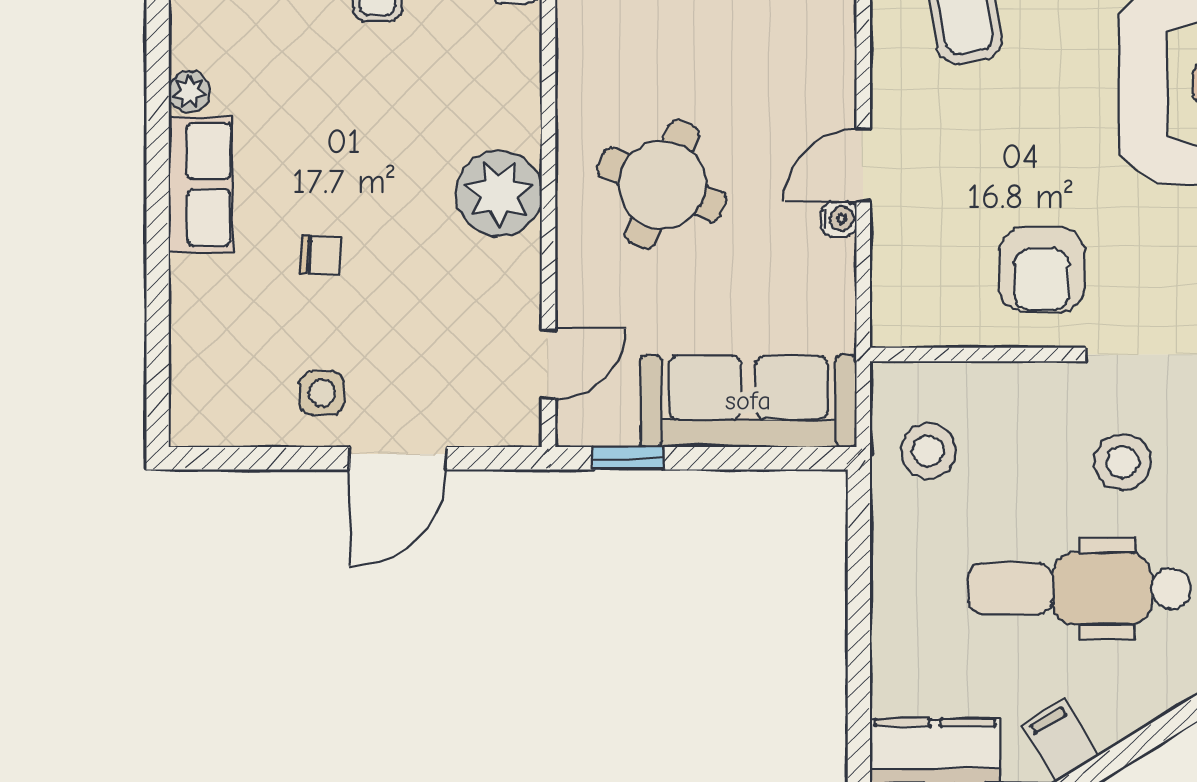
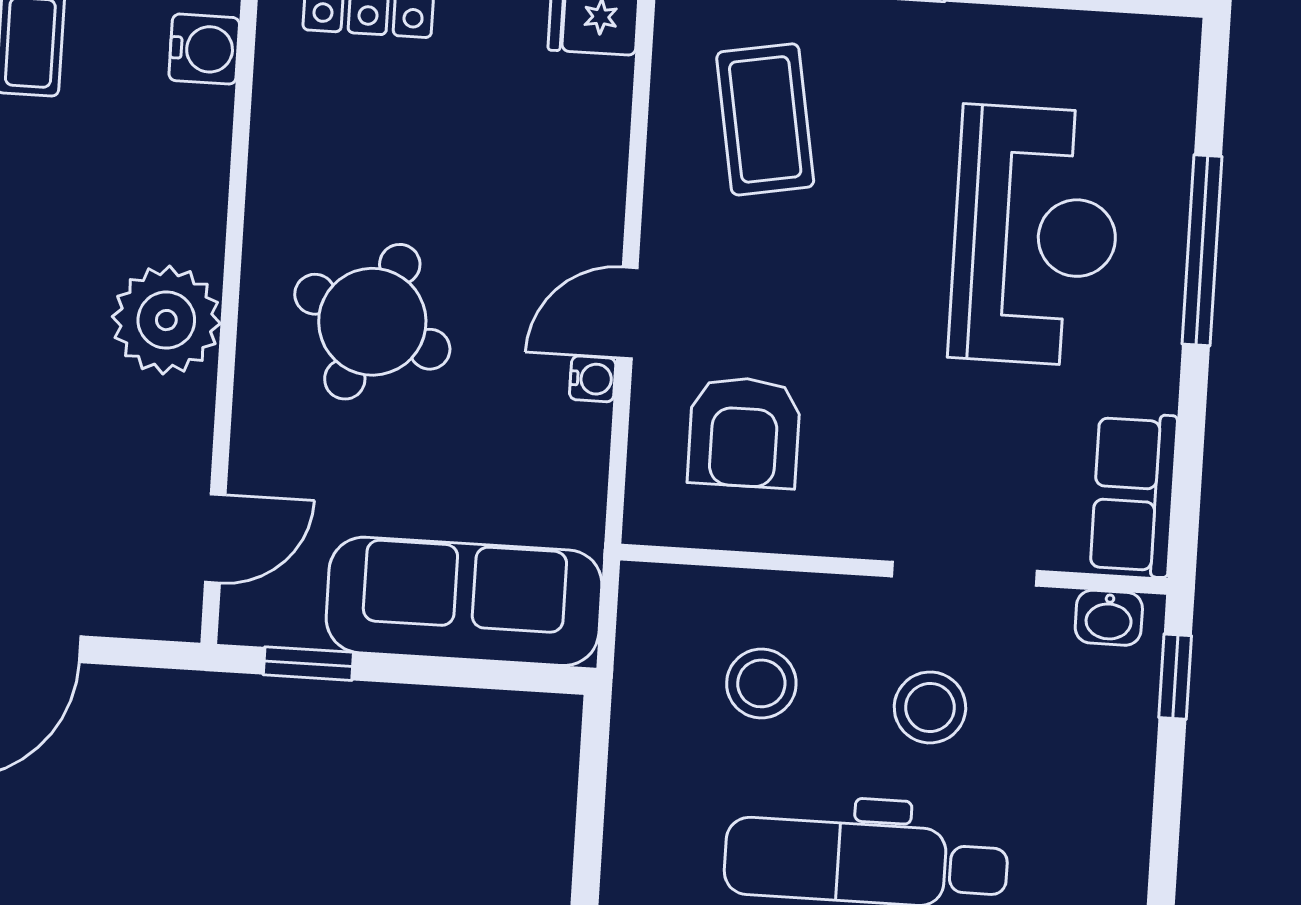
armchair: (1042, 270) -> (744, 432), moved
stool: (928, 451) -> (761, 683), moved

